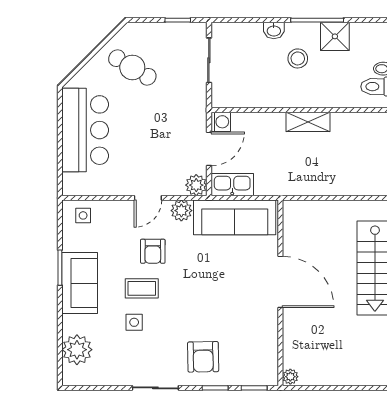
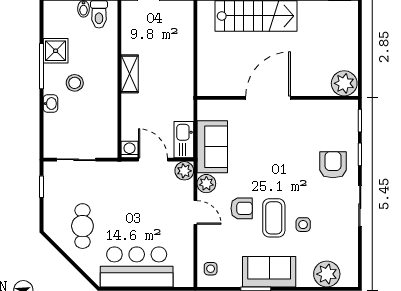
cafe table: (132, 67) -> (82, 226), turned -31
sofa: (235, 217) -> (212, 147), width x0.73
coffee table: (142, 288) -> (274, 218), width x1.36, depth x1.30
armchair: (203, 357) -> (333, 165), turned -89
plant: (290, 377) -> (344, 83), width x1.87, depth x1.87

